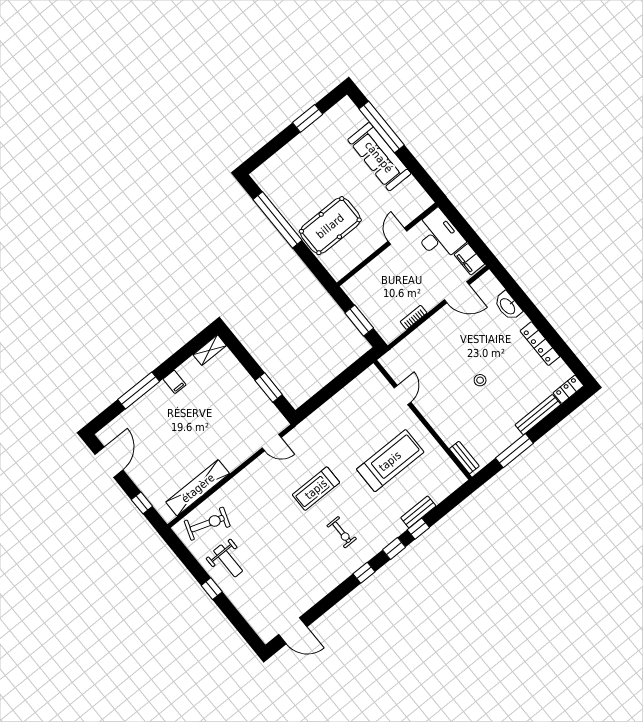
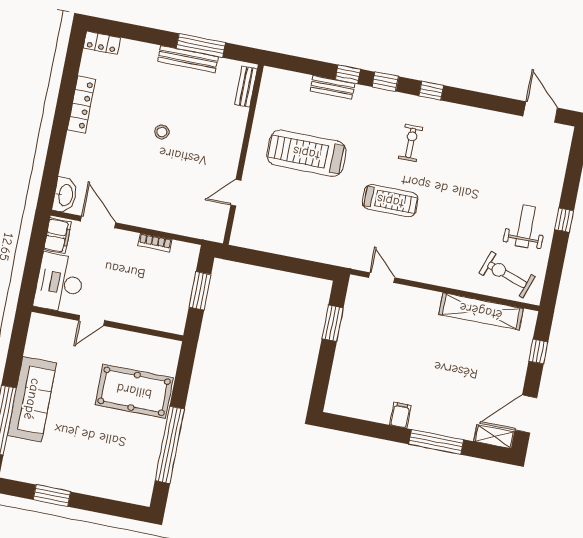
washbasin: (508, 306) -> (65, 195), moved
shelving: (210, 350) -> (494, 437), moved
bench: (538, 415) -> (188, 59), moved

